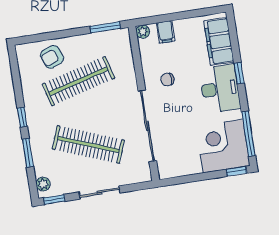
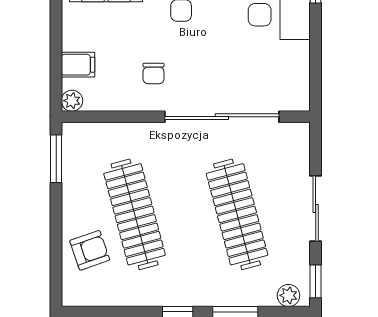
armchair: (52, 57) -> (90, 250), turned -88
clothes rail: (88, 145) -> (237, 214), turned -36

